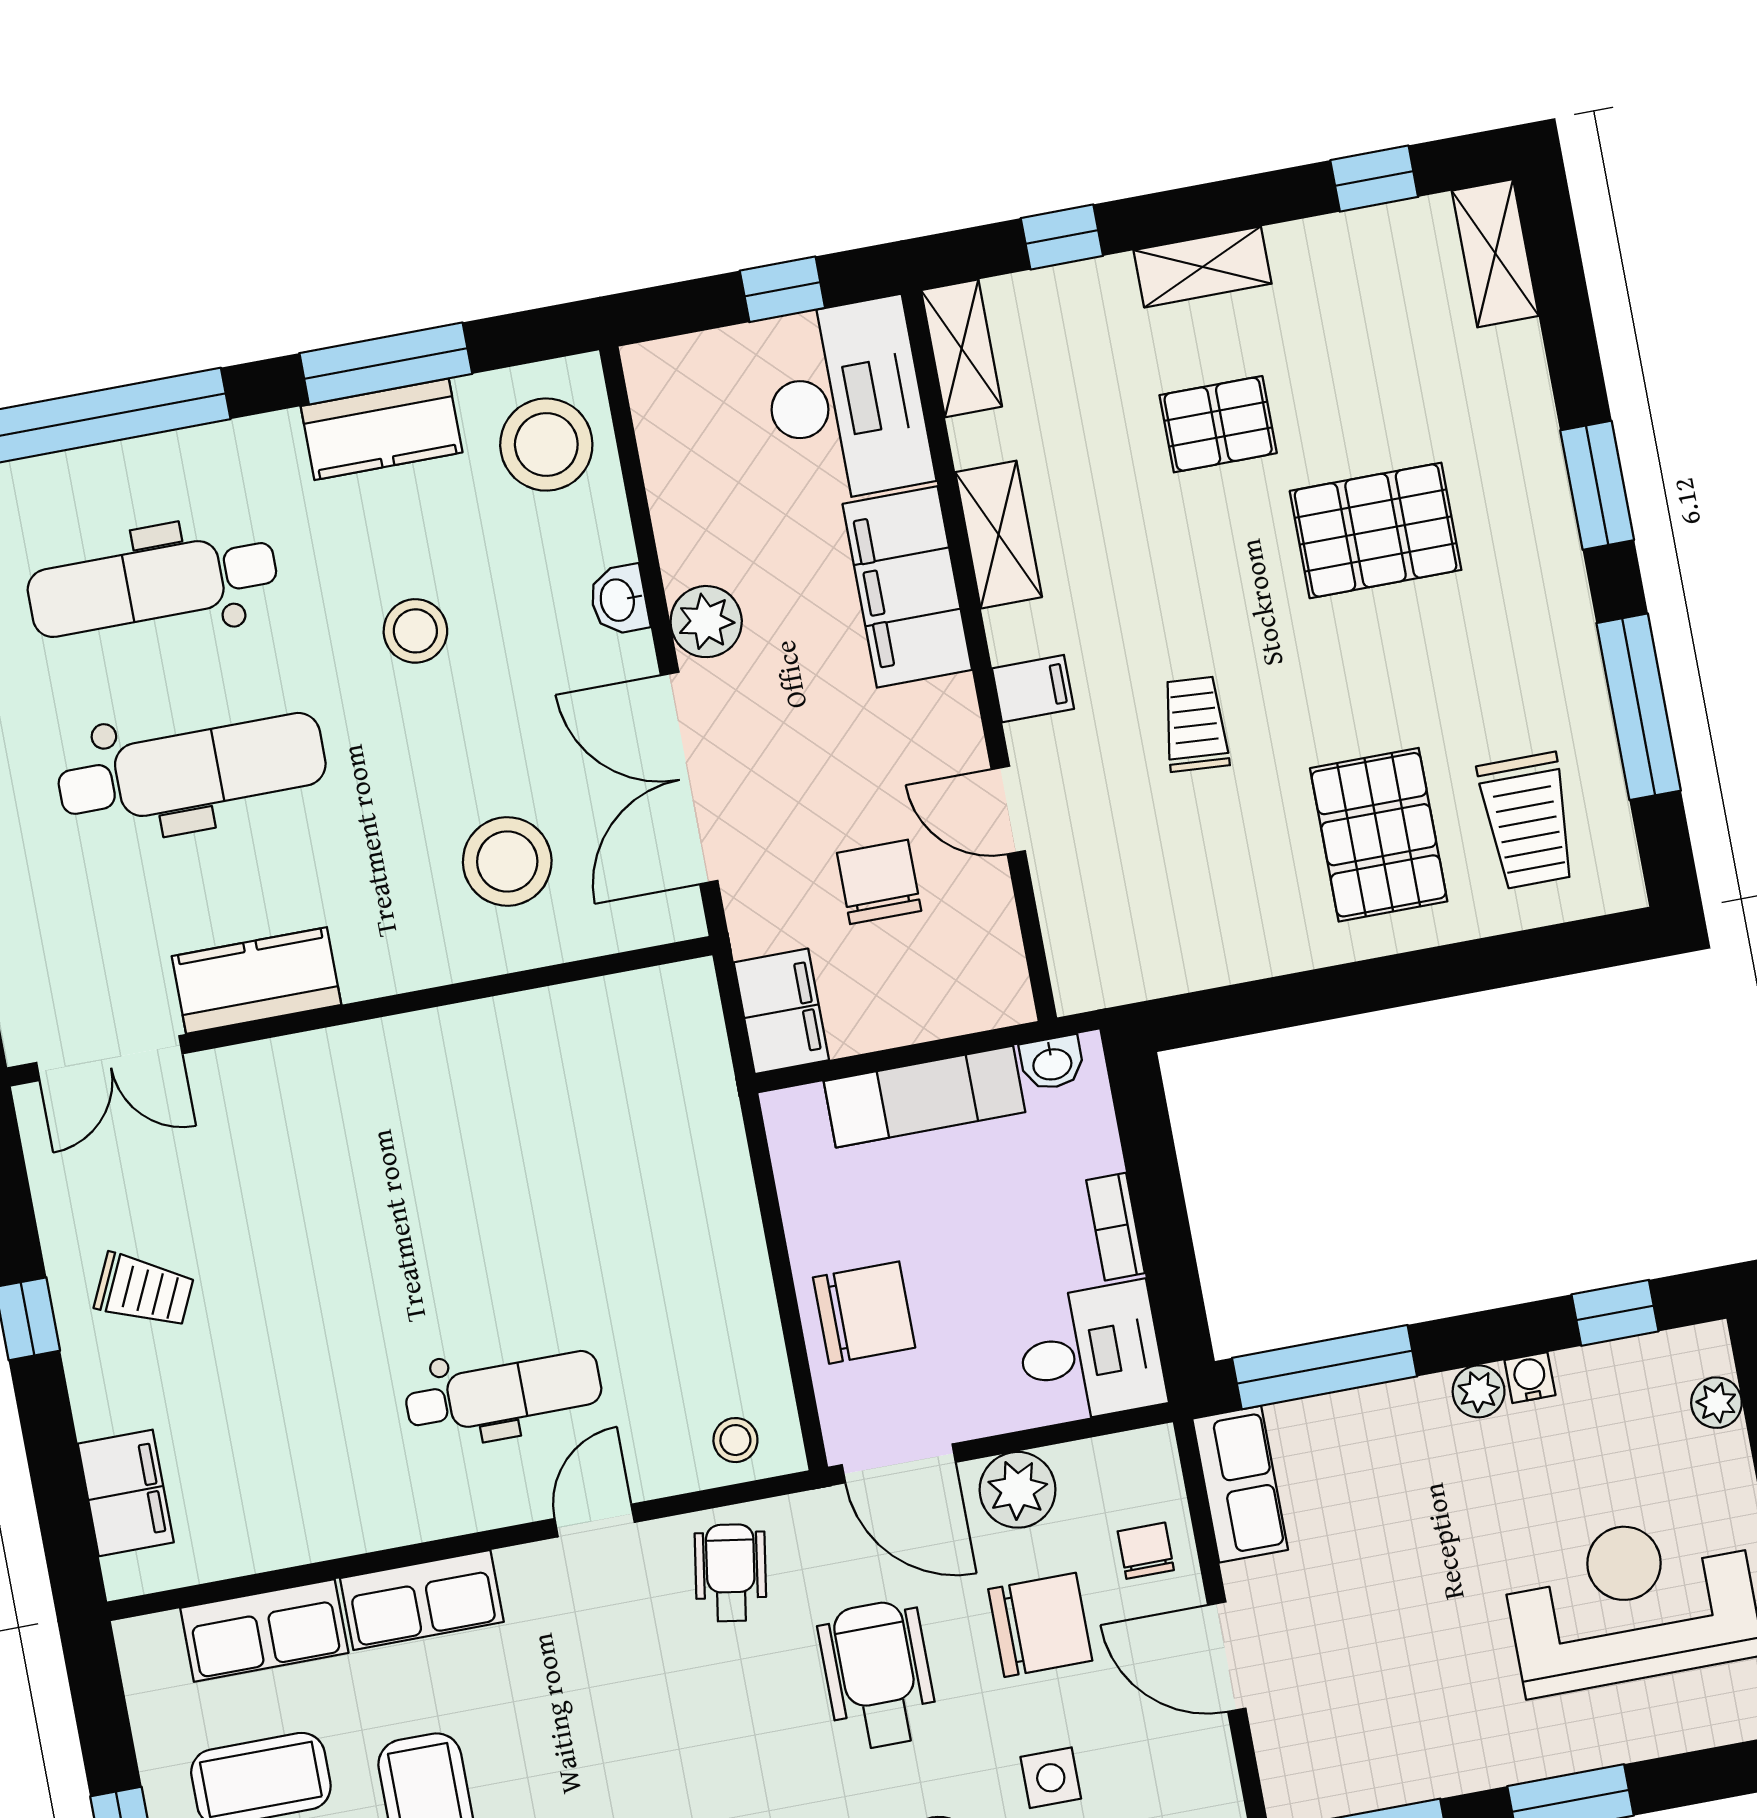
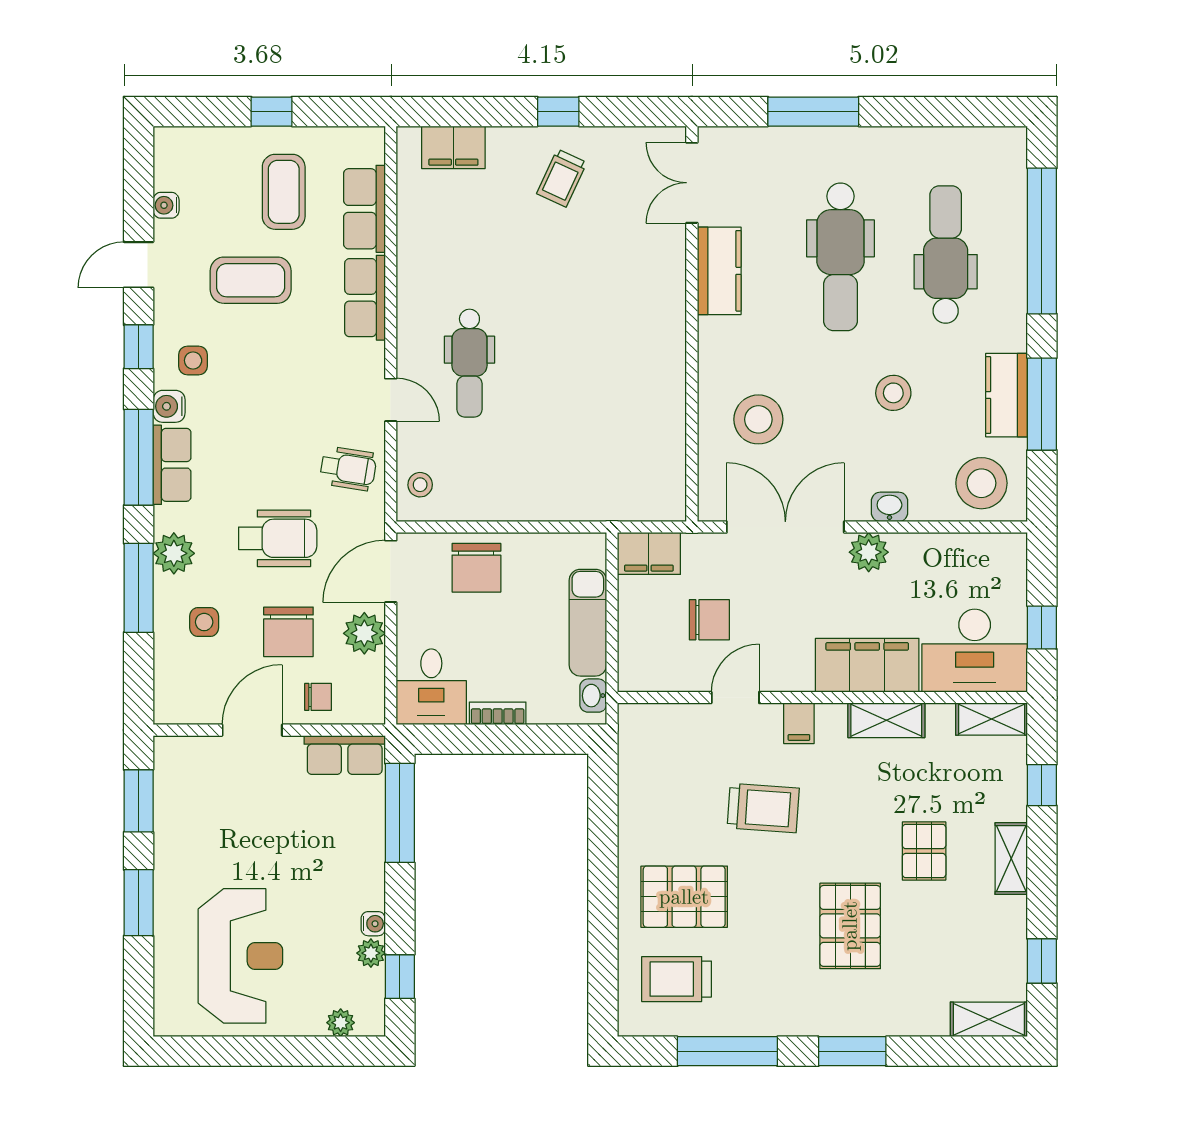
trolley: (1195, 724) -> (763, 808), width x1.36, depth x1.39
plant: (1479, 1391) -> (371, 953), moved

